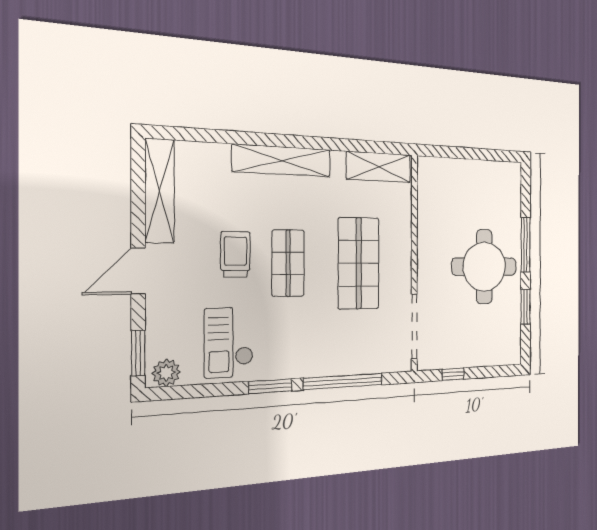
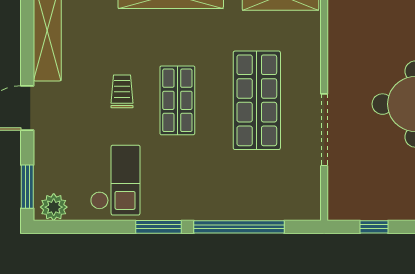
trolley: (236, 254) -> (122, 91), width x0.73, depth x0.72
doorway: (414, 326) -> (324, 130), moved
checkout: (229, 342) -> (115, 180), turned 180

